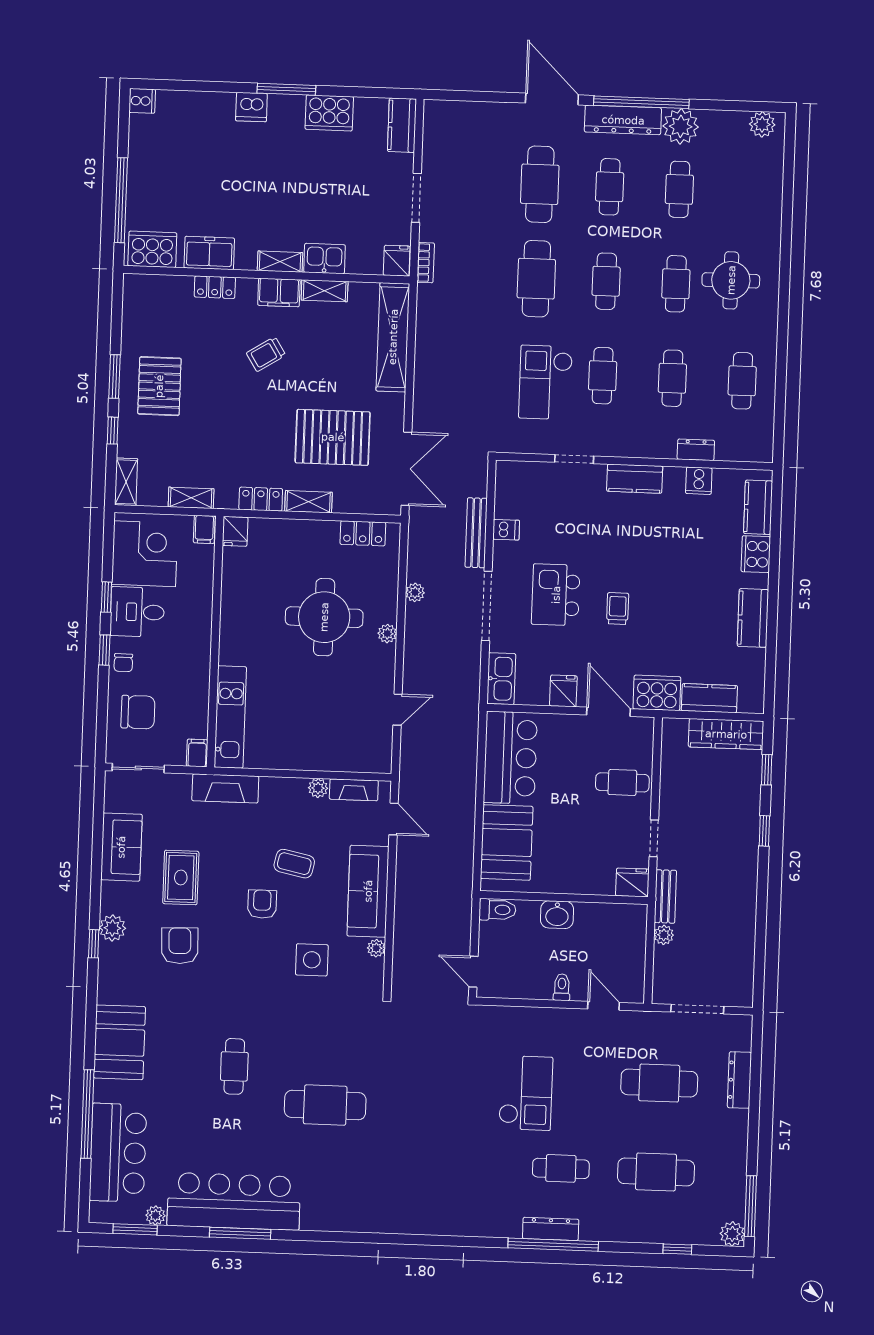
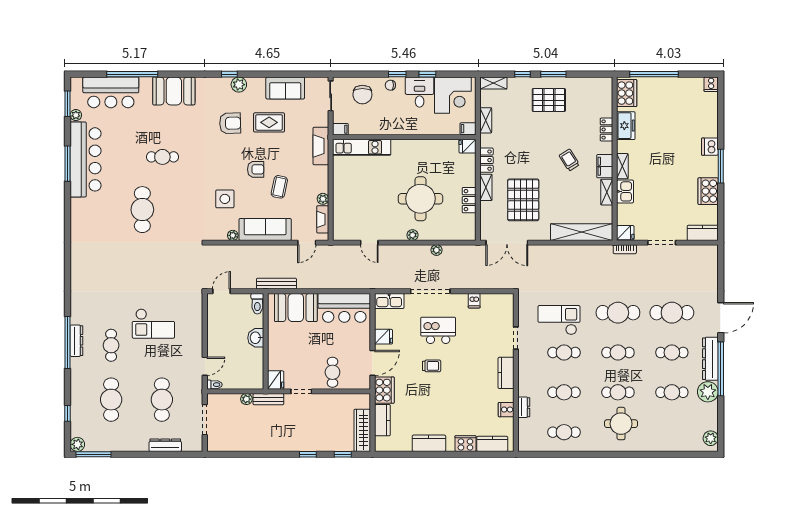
locker: (363, 533) -> (469, 200), moved
bench: (476, 533) -> (276, 284), moved
toilet: (562, 987) -> (214, 385), moved

